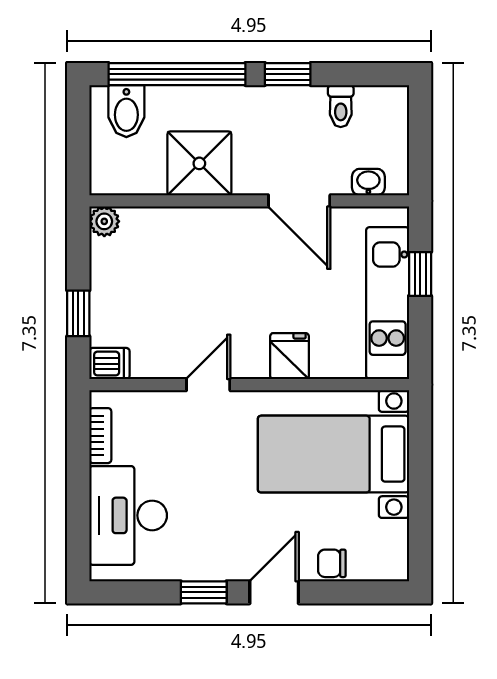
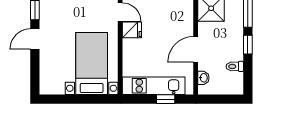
fridge: (289, 356) -> (132, 30), moved
chair: (332, 563) -> (47, 63), removed
door: (274, 592) -> (35, 39), swing flipped

